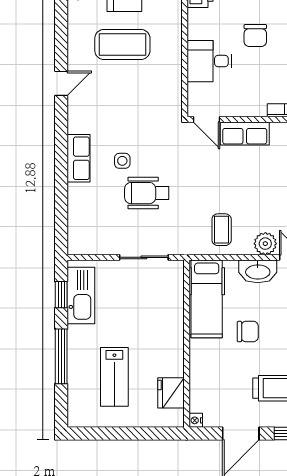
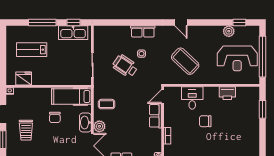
coffee table: (122, 44) -> (185, 61), moved, turned -47
wheelchair: (147, 193) -> (125, 66), turned -56

